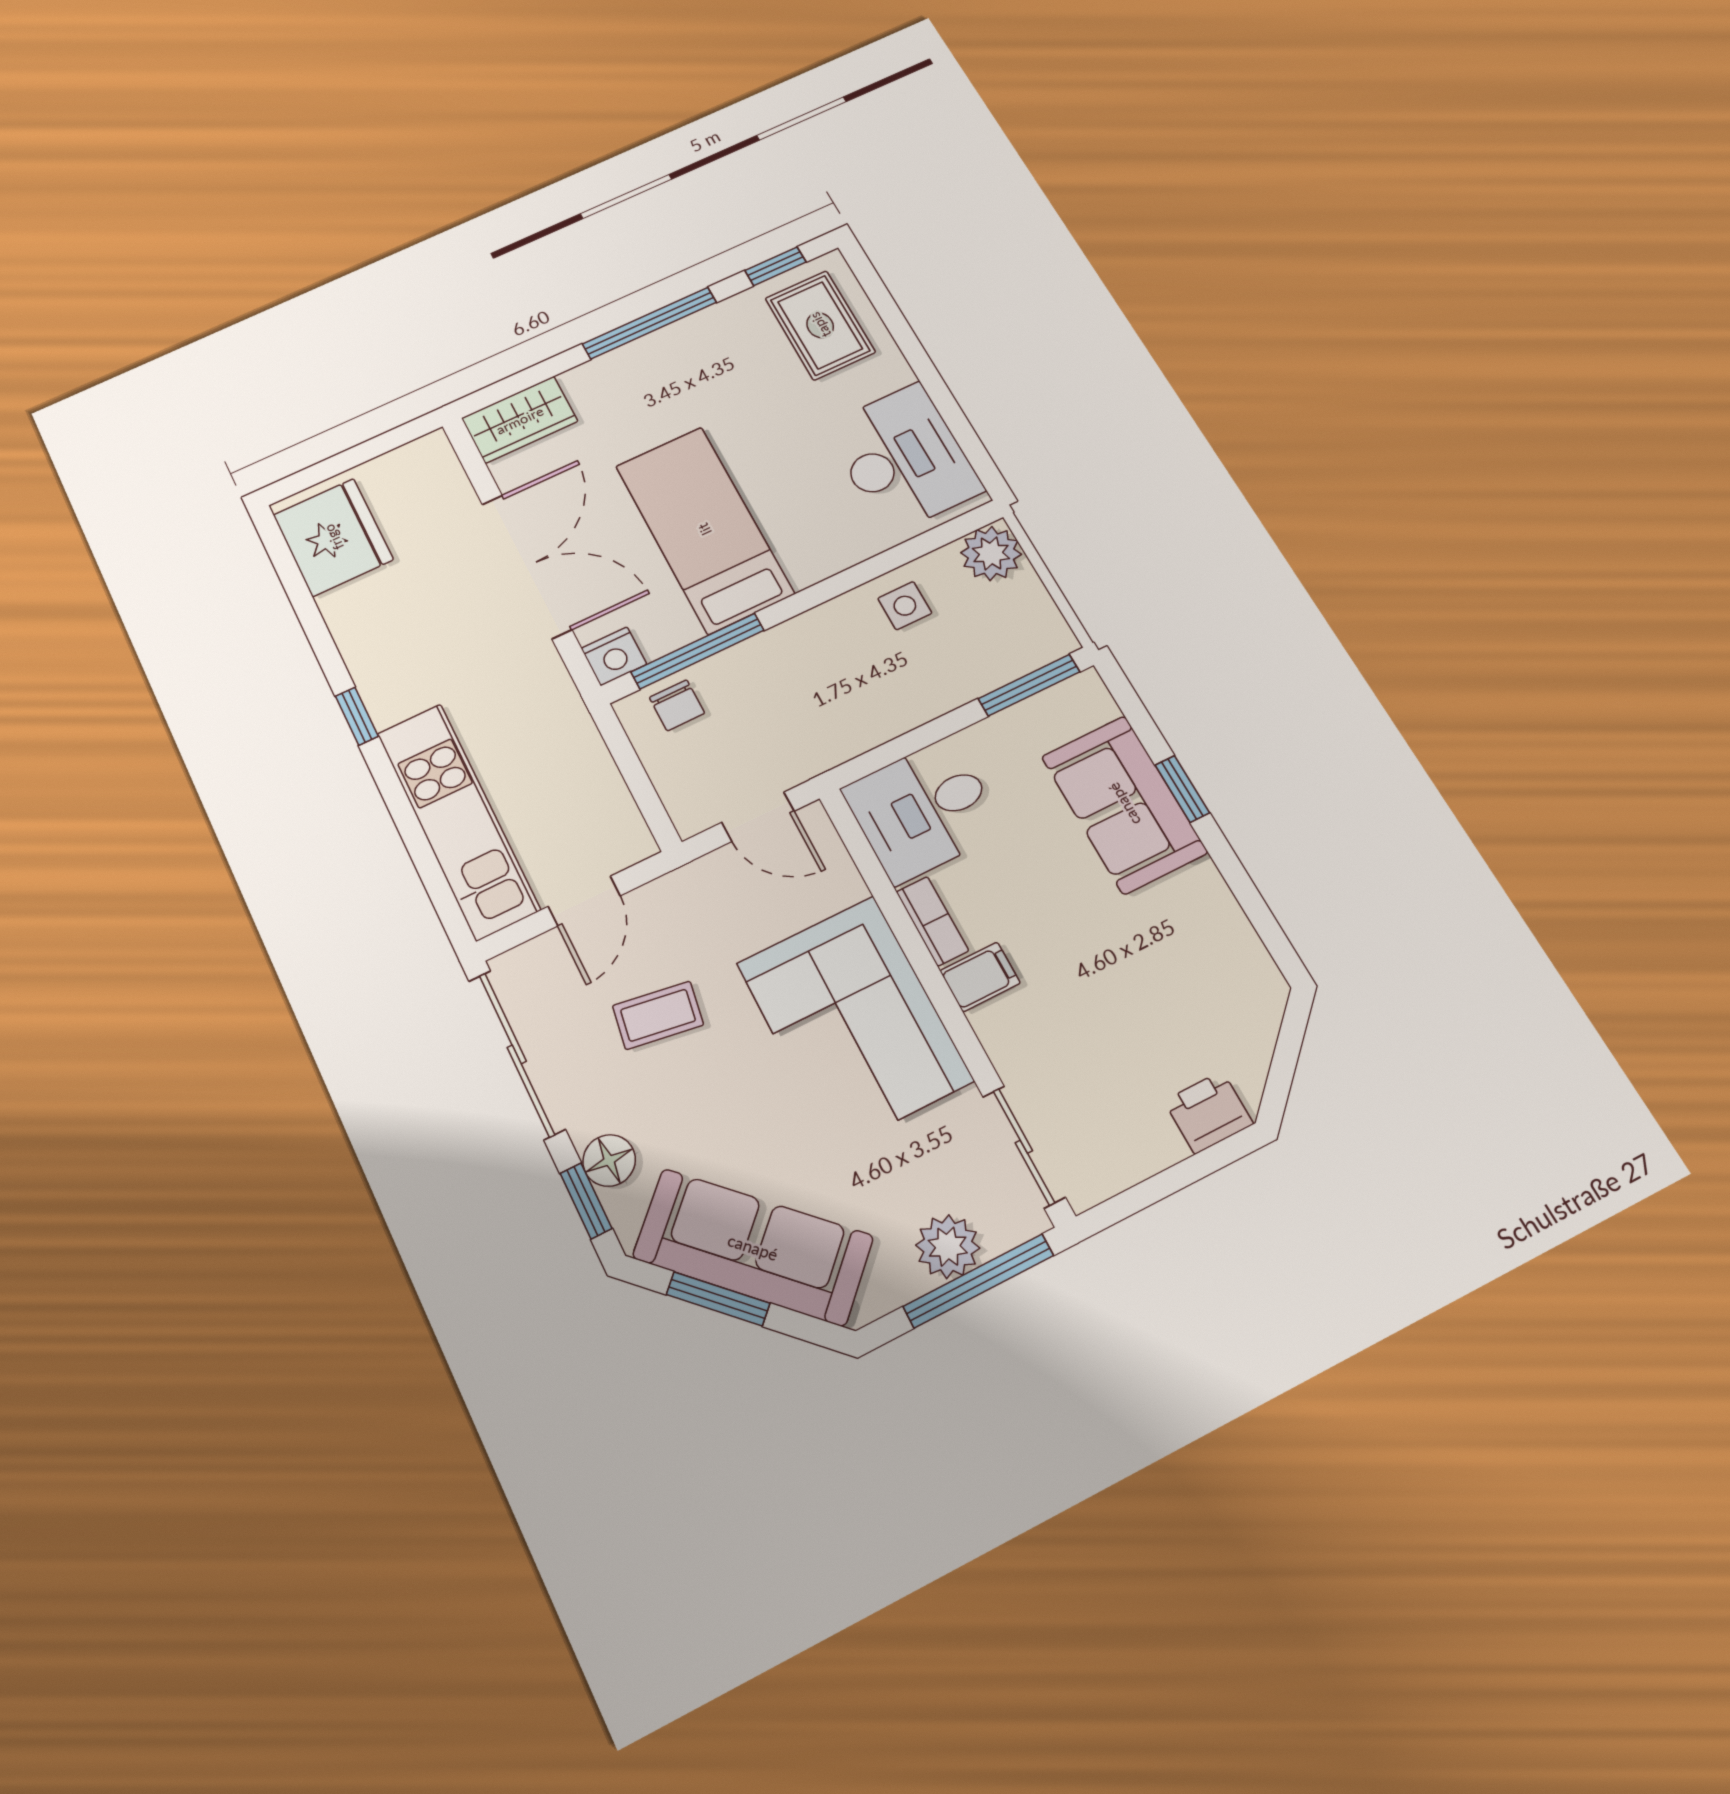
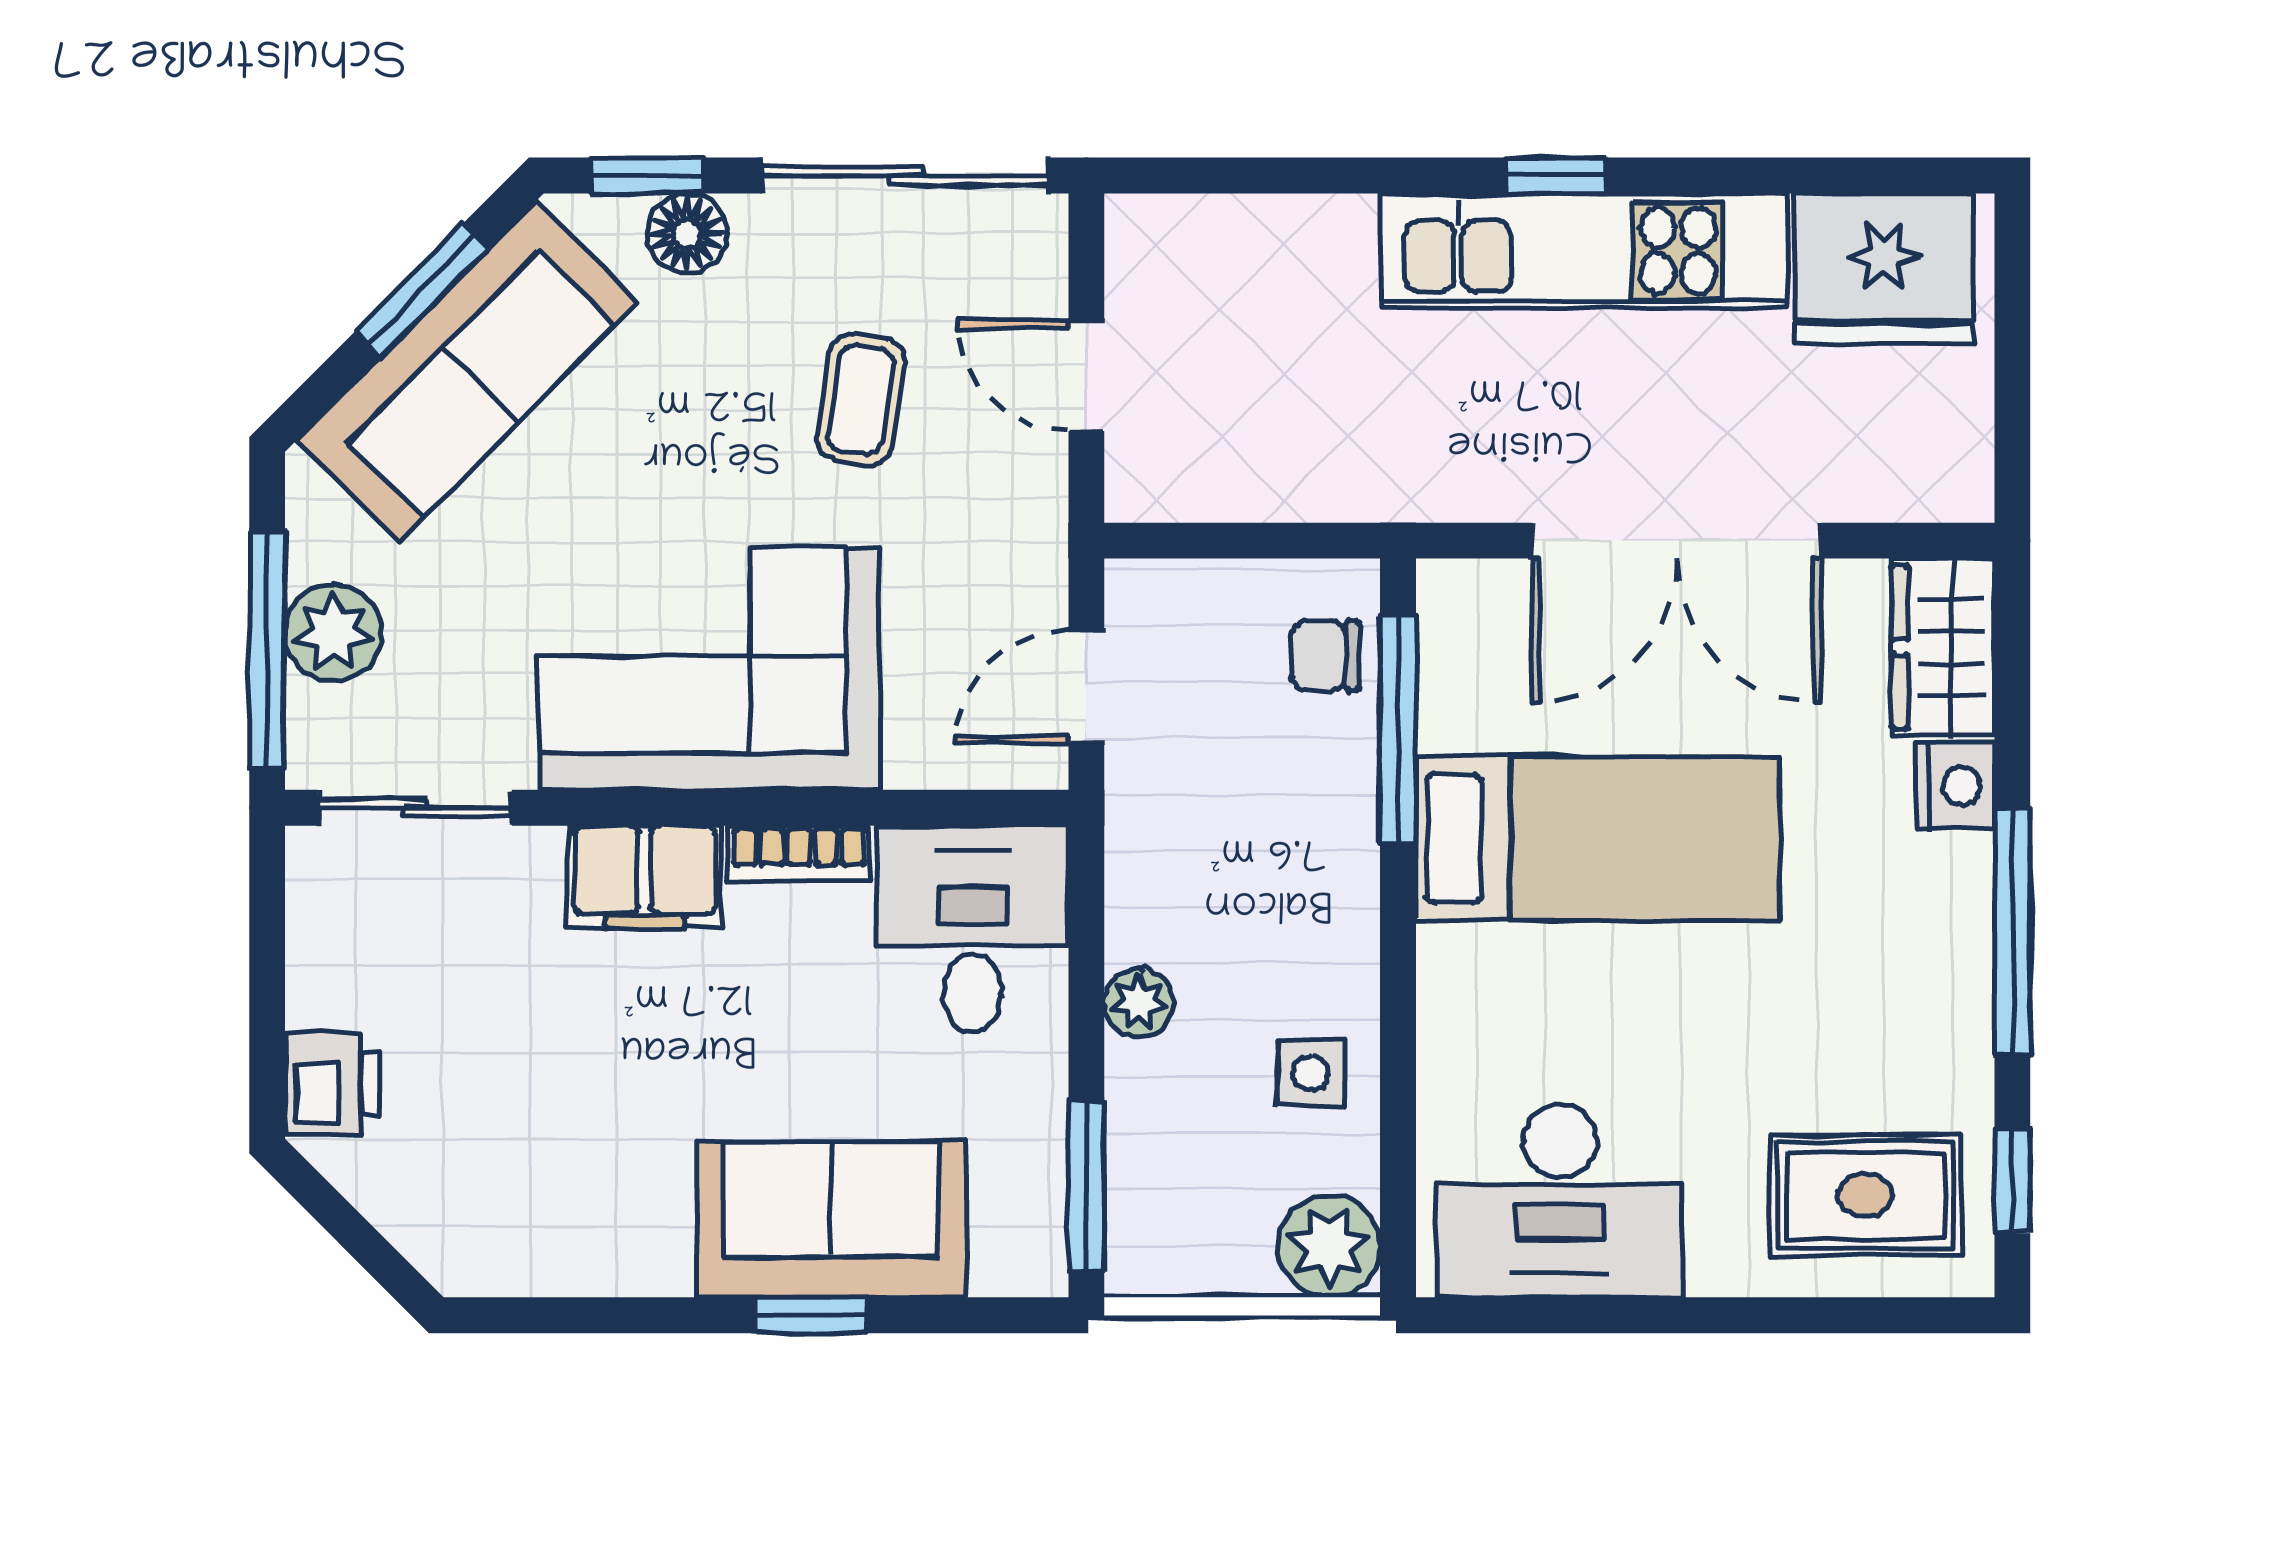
nightstand: (614, 656) -> (1955, 786), moved, turned 180
plant: (916, 707) -> (1139, 1003), added
kitchen unit: (458, 821) -> (1584, 251), moved
filing cabinet: (980, 977) -> (645, 877), width x2.00

